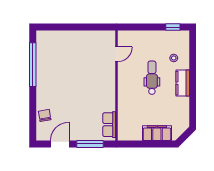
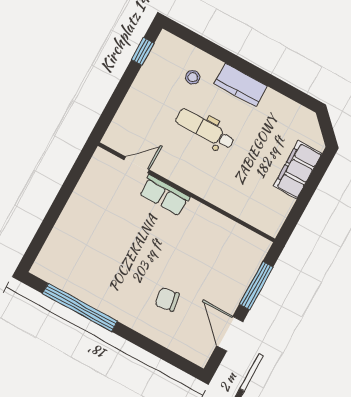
door: (117, 54) -> (137, 165), hinge flipped
chair: (45, 115) -> (167, 299), moved
row of seats: (109, 125) -> (164, 195), moved

